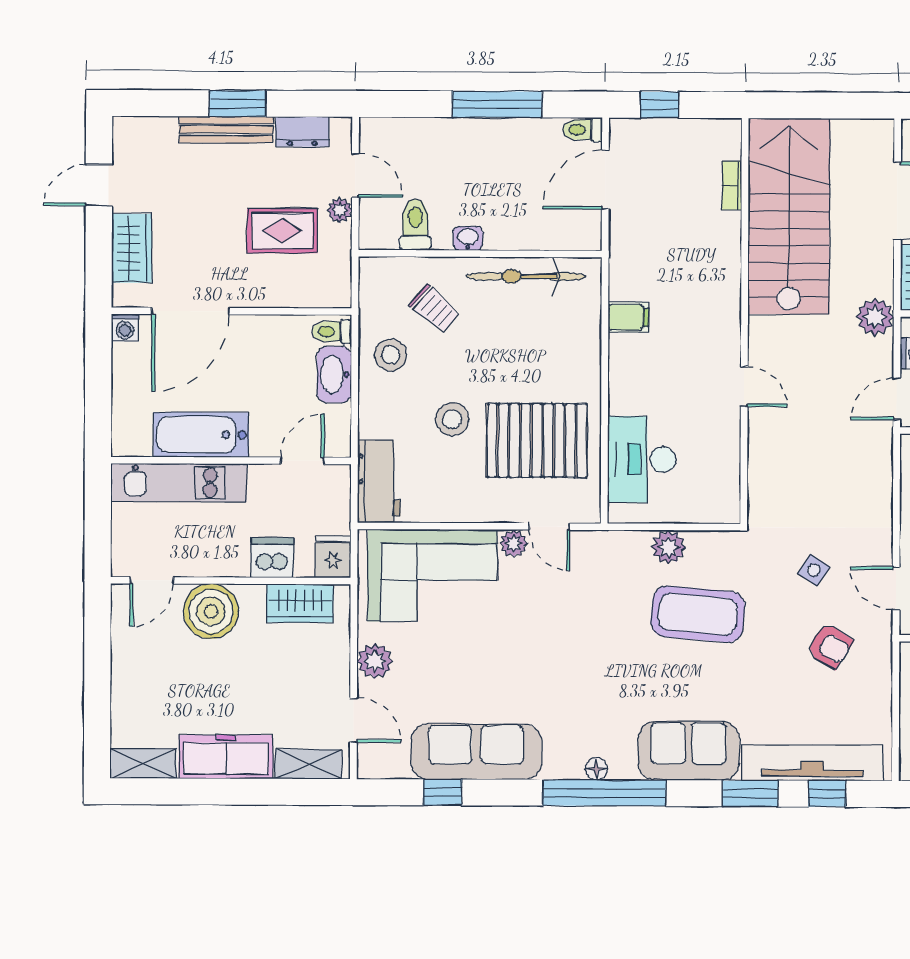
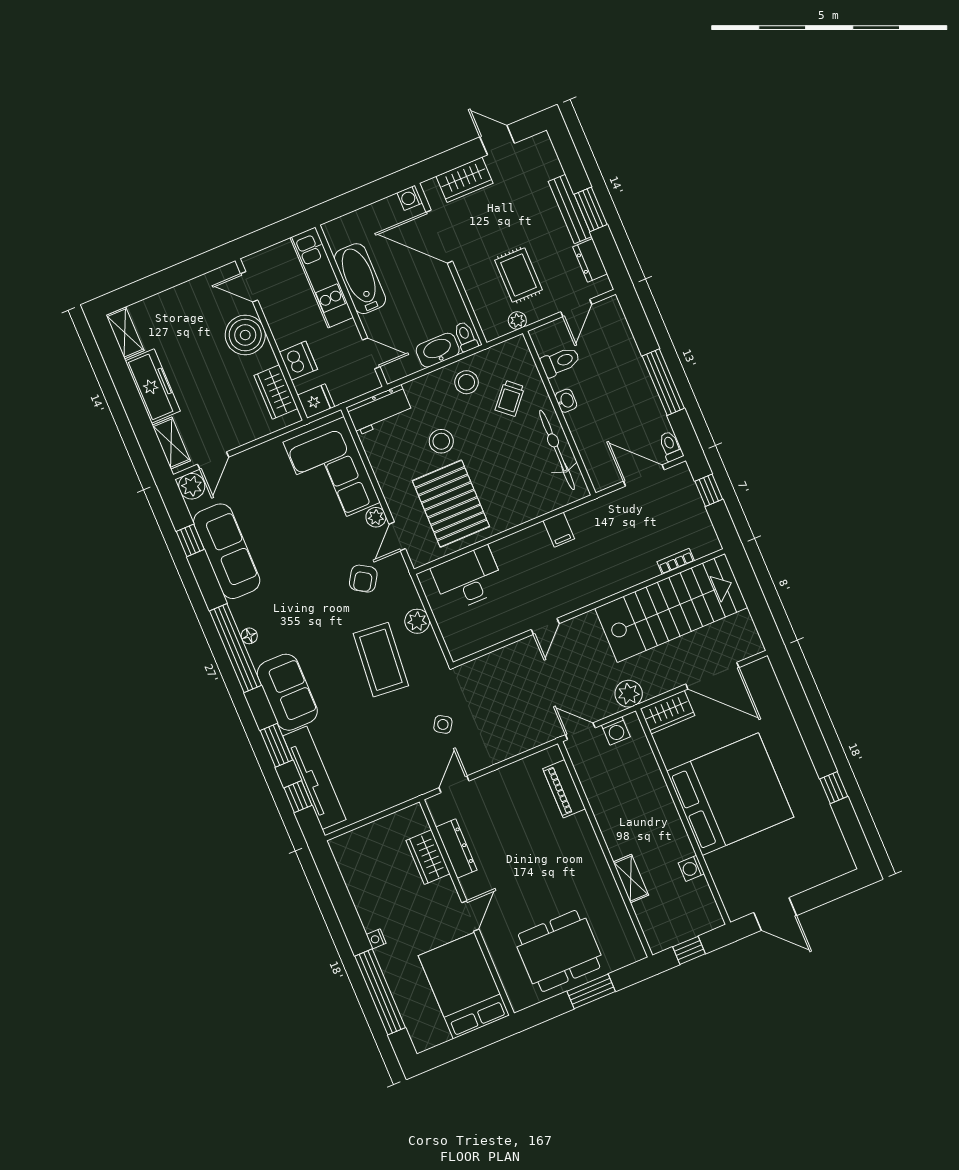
plant: (340, 210) -> (517, 321), moved
armchair: (830, 646) -> (363, 579), moved
plant: (375, 661) -> (192, 486), moved

